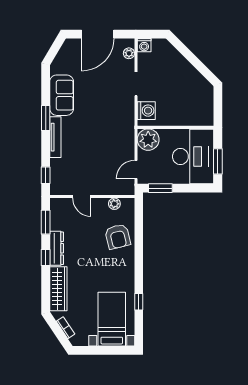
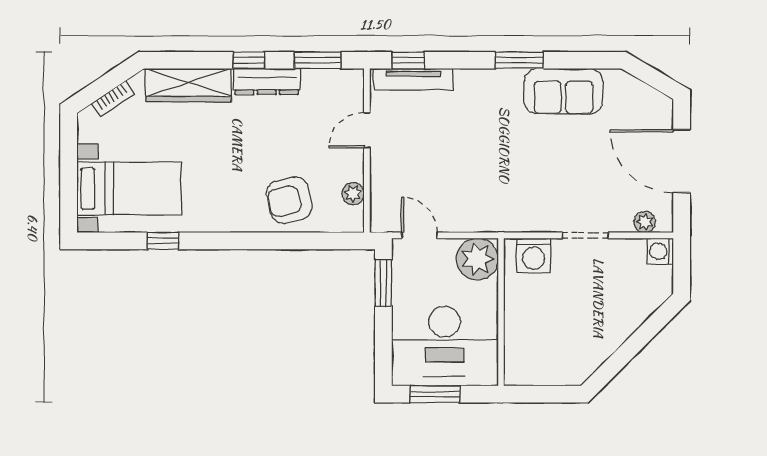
tv unit: (55, 137) -> (413, 79), moved

